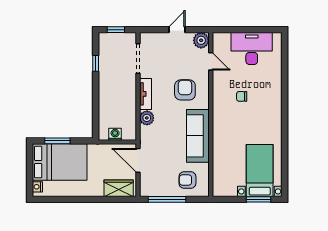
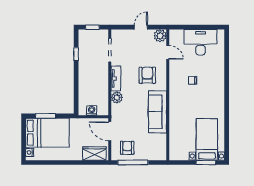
armchair: (187, 180) -> (127, 148), moved, turned 90

